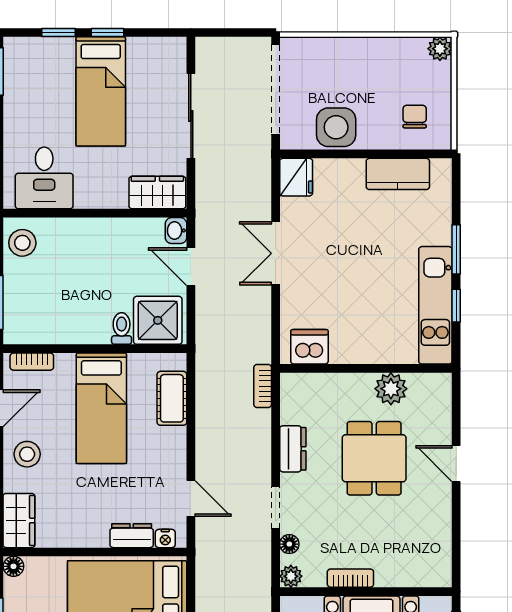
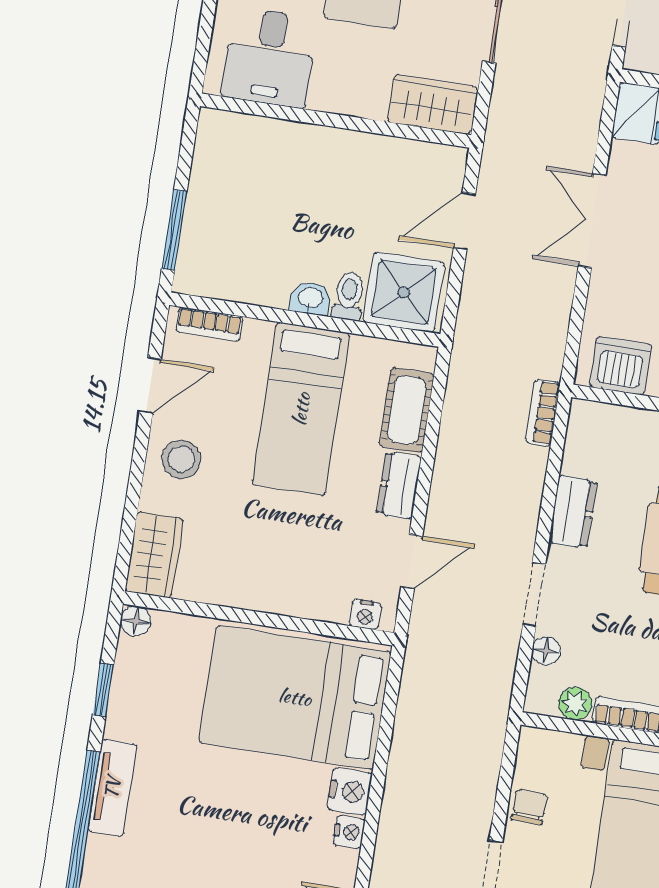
washbasin: (176, 231) -> (310, 298), moved, turned 90
stool: (22, 243) -> (222, 148), removed
door: (191, 267) -> (464, 221), hinge flipped
door: (191, 498) -> (412, 561), hinge flipped
dresser: (132, 536) -> (399, 485), moved, turned -90
plant: (291, 576) -> (575, 704), moved

